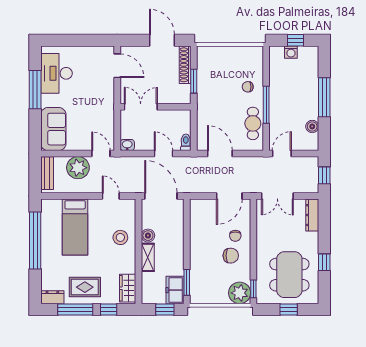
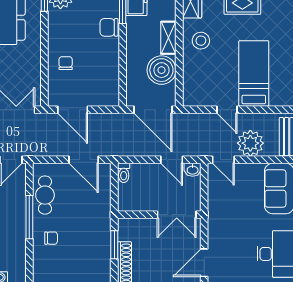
door: (117, 66) -> (204, 263), hinge flipped
door: (163, 154) -> (172, 160), moved
door: (111, 196) -> (227, 110), moved
door: (229, 196) -> (73, 110), swing flipped
boiler: (148, 236) -> (161, 70), width x1.86, depth x1.86
stool: (120, 237) -> (201, 41), moved
chair: (231, 256) -> (109, 27), moved

